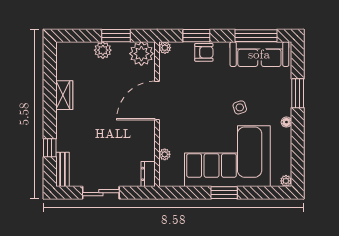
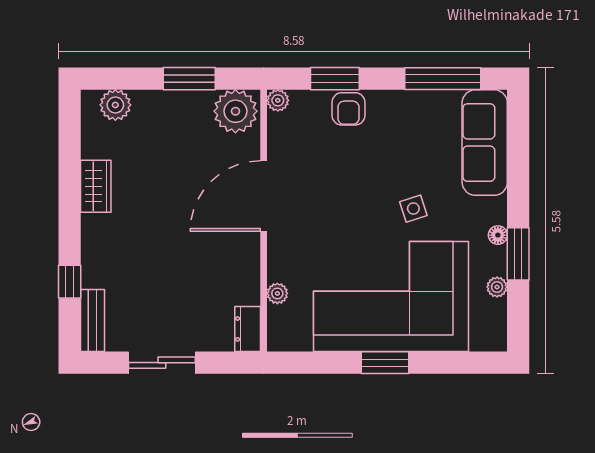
plant: (103, 50) -> (115, 105), moved
armchair: (204, 52) -> (348, 109), turned 90
sofa: (259, 54) -> (485, 143), moved, turned 90
window: (298, 93) -> (518, 254), moved
plant: (286, 181) -> (497, 287), moved

